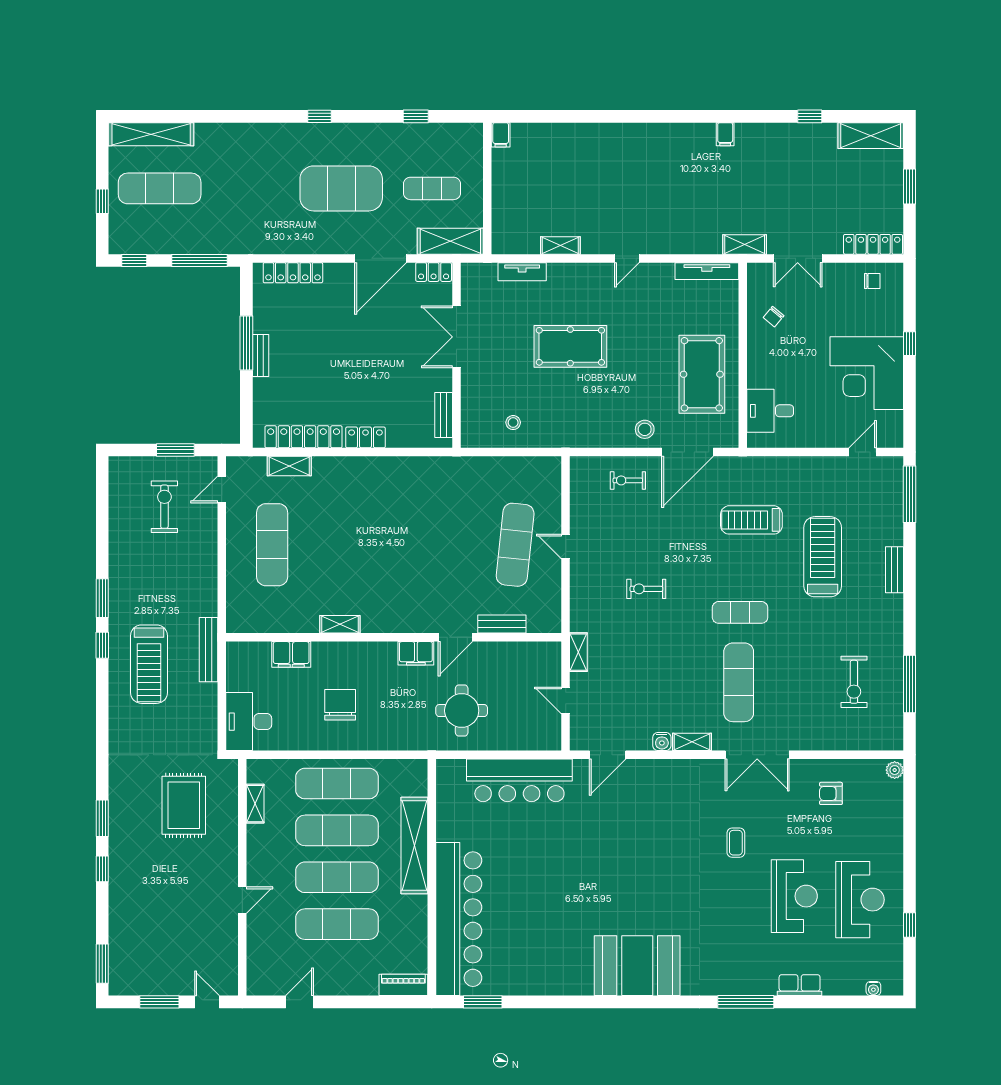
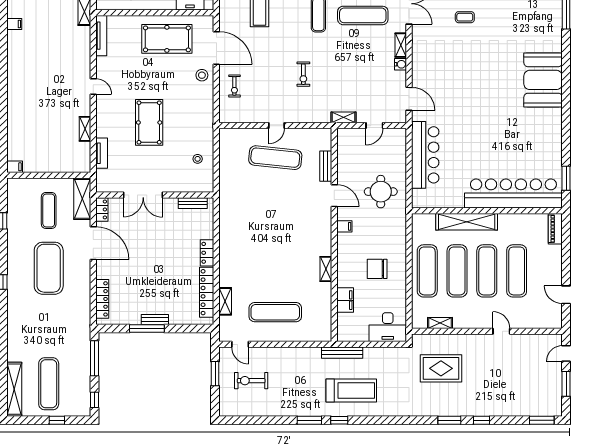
filing cabinet: (416, 653) -> (344, 226), width x0.50

